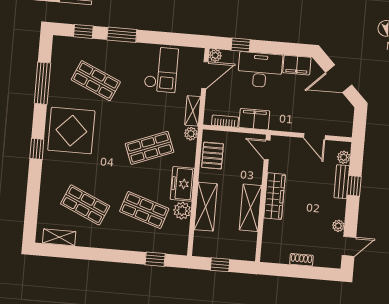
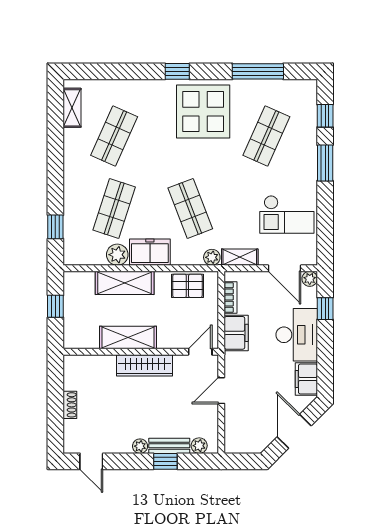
door: (314, 136) -> (221, 391), moved
plant: (338, 226) -> (140, 446), moved

